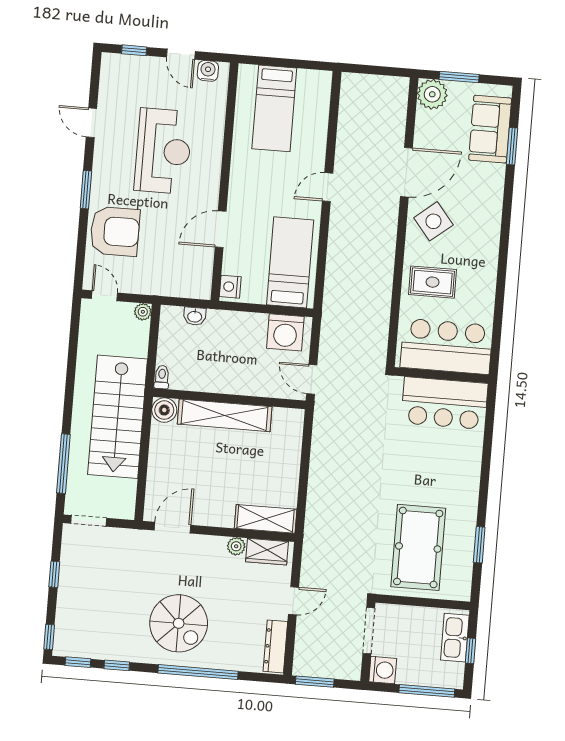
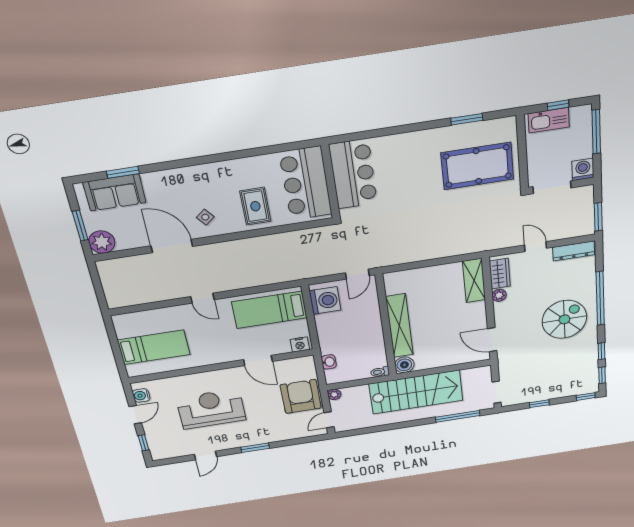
side table: (433, 221) -> (205, 217), width x0.54, depth x0.54
armchair: (115, 231) -> (301, 396), moved

